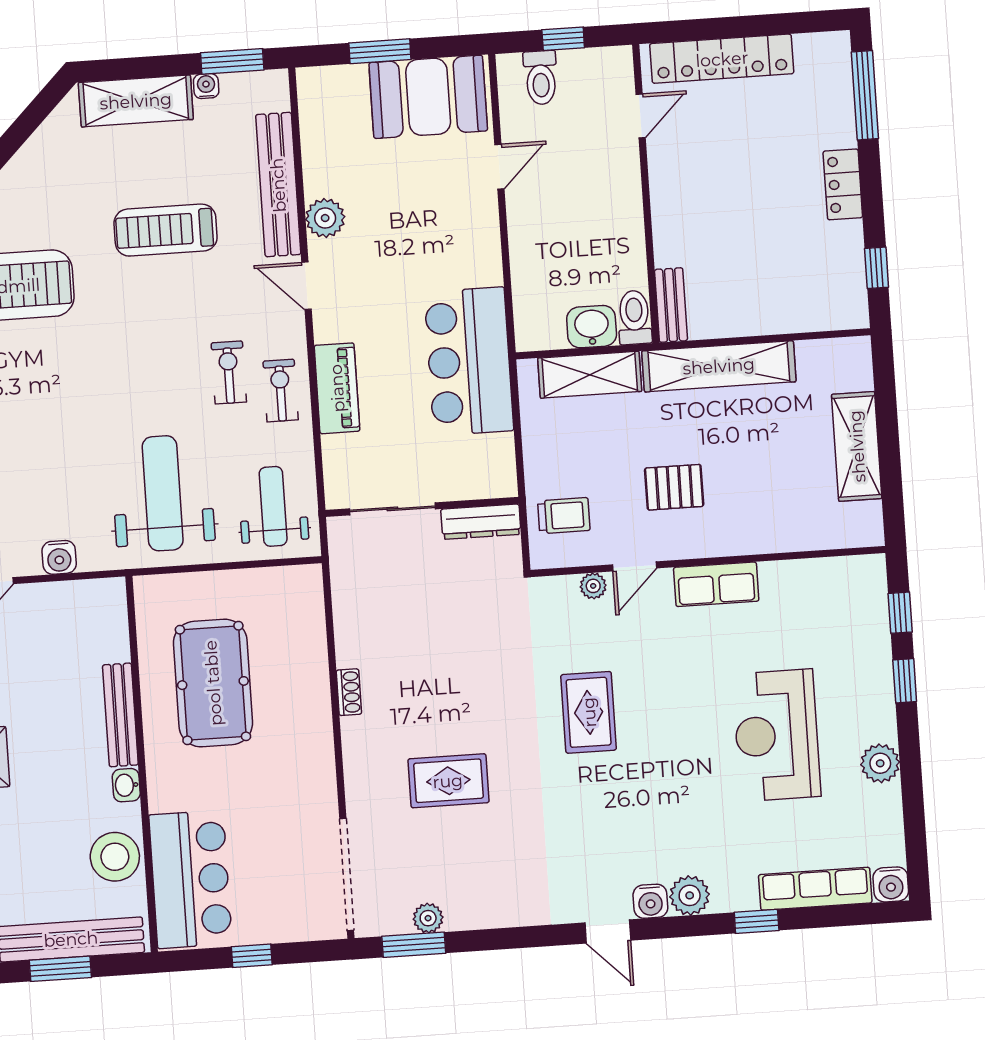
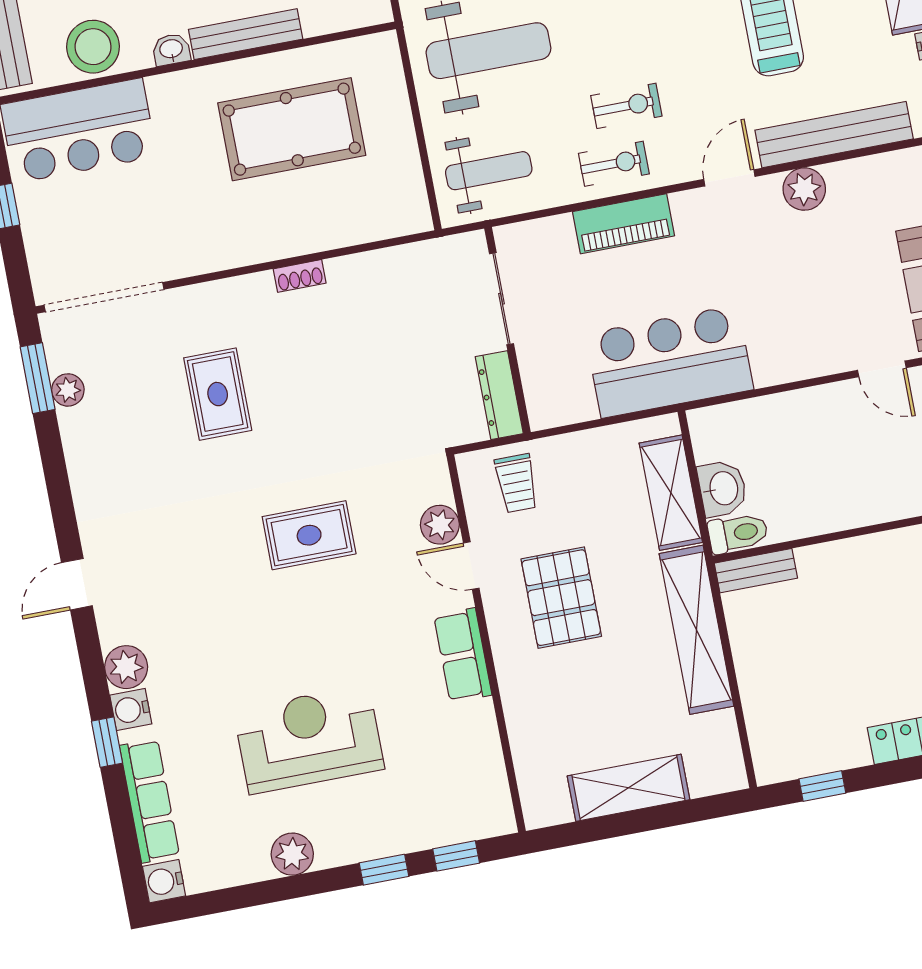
pallet: (674, 487) -> (561, 598), width x1.50, depth x1.42
plant: (593, 586) -> (440, 525), width x1.38, depth x1.38
water cooler: (650, 901) -> (131, 710), moved

